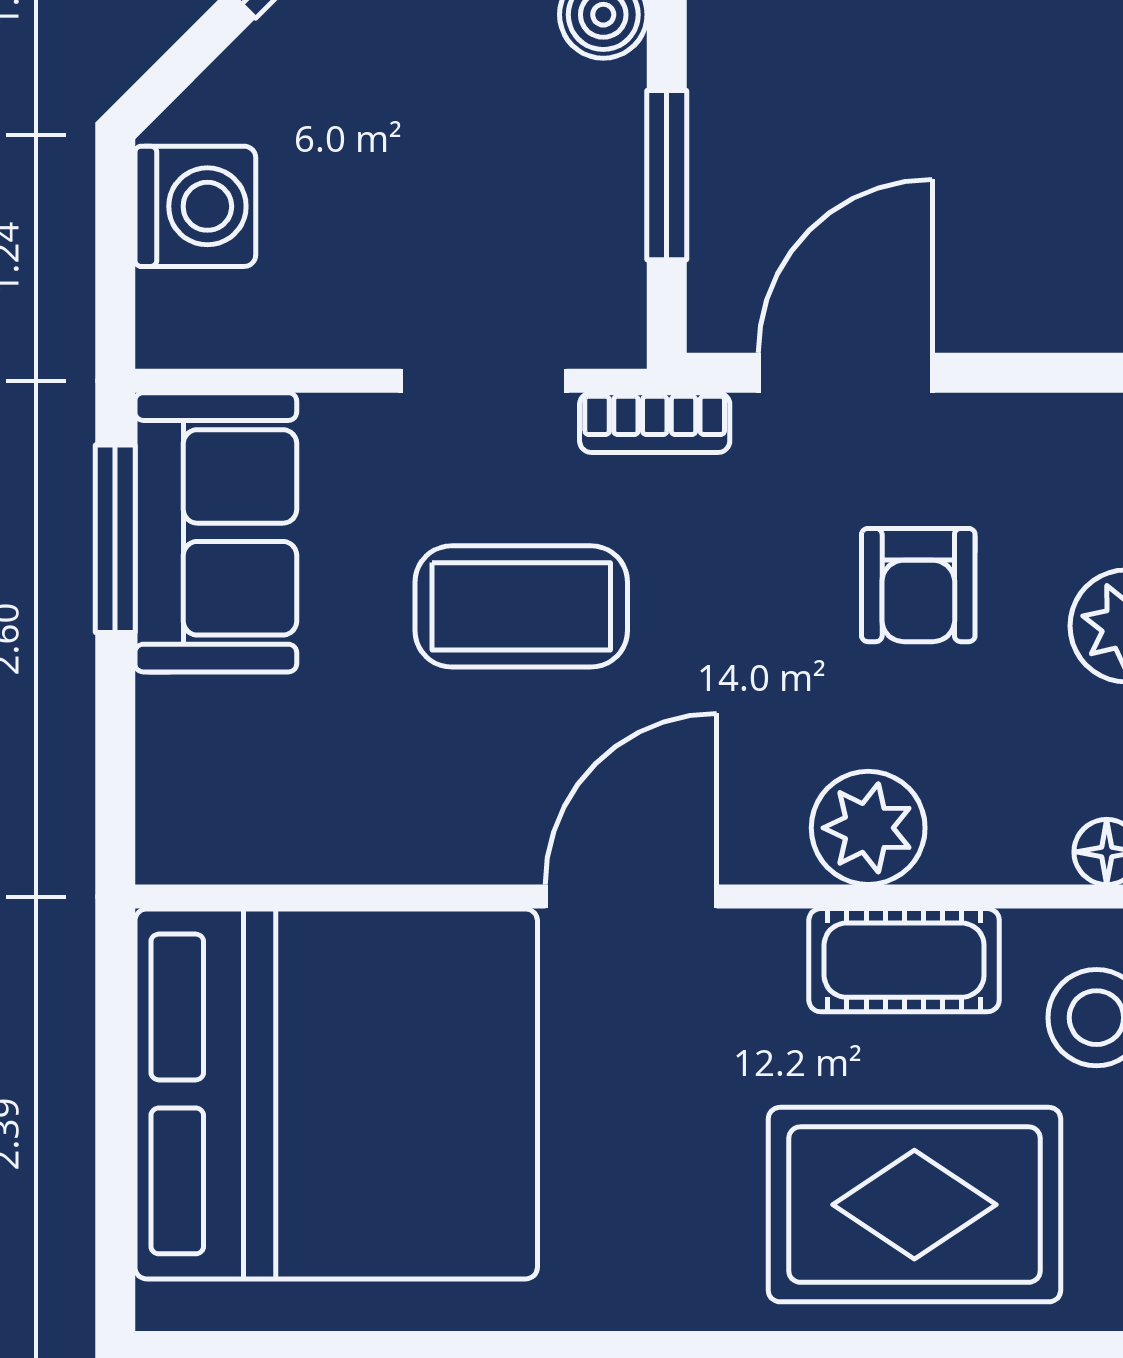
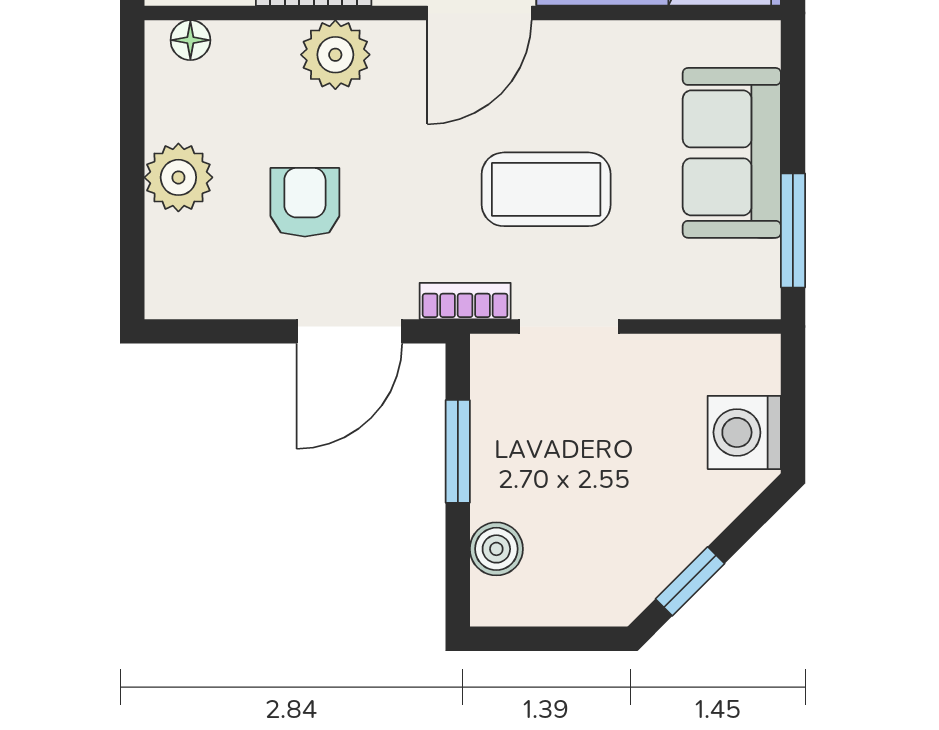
sofa: (216, 532) -> (732, 153), moved

